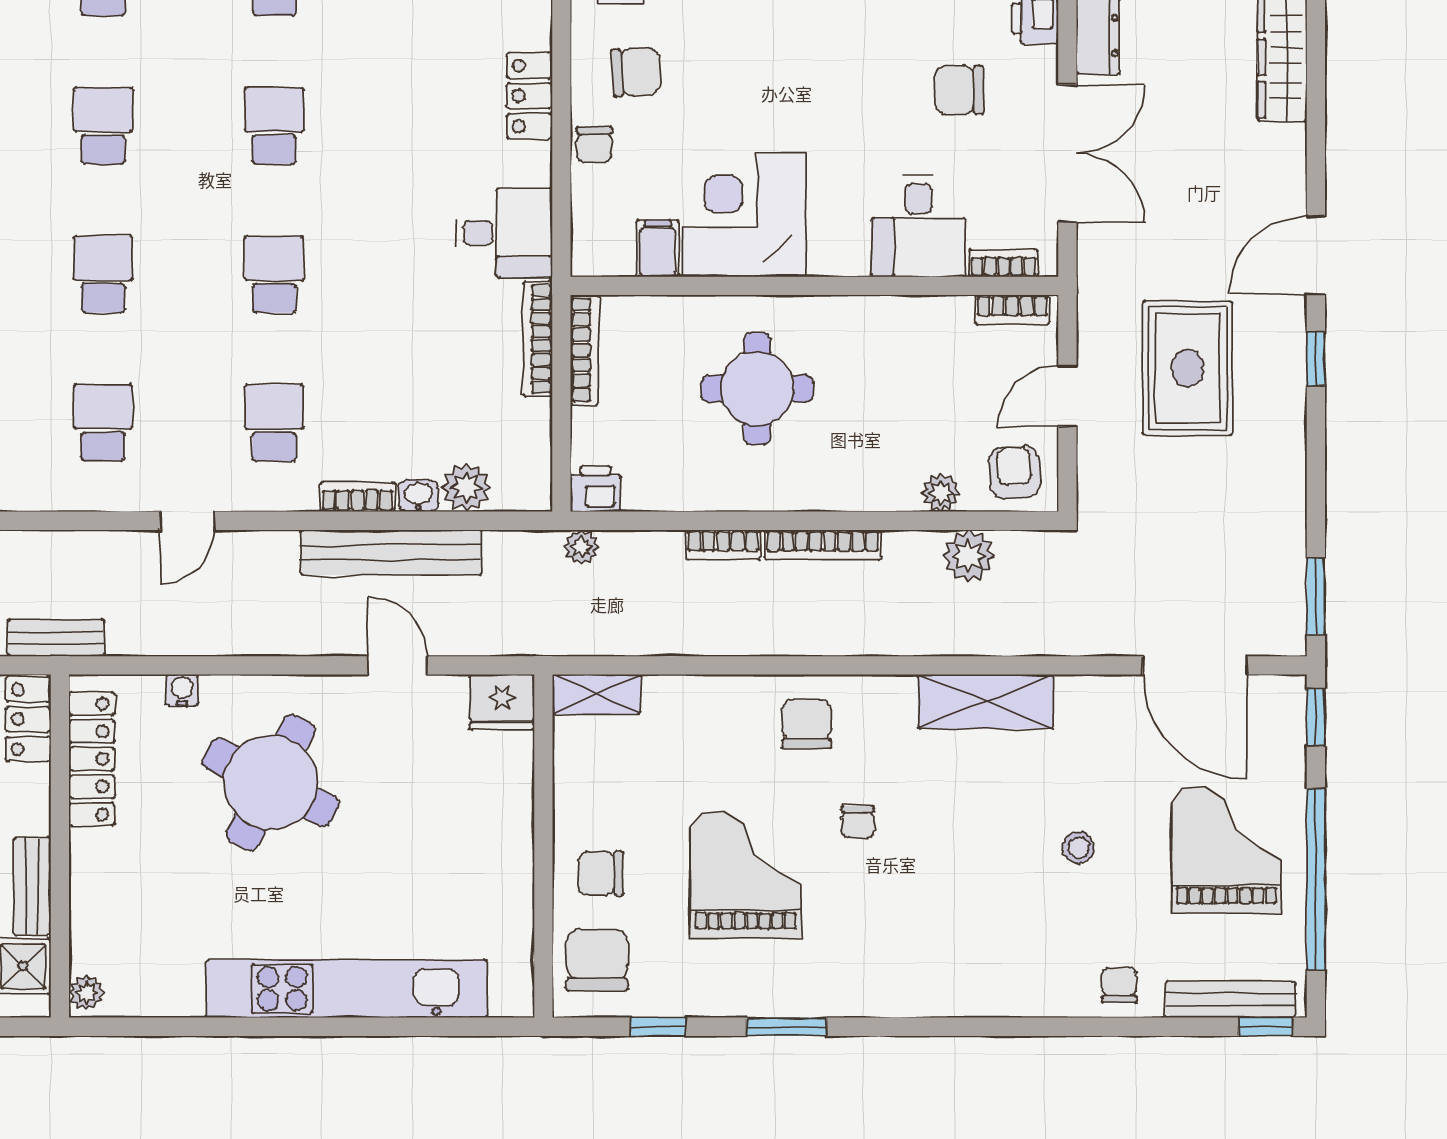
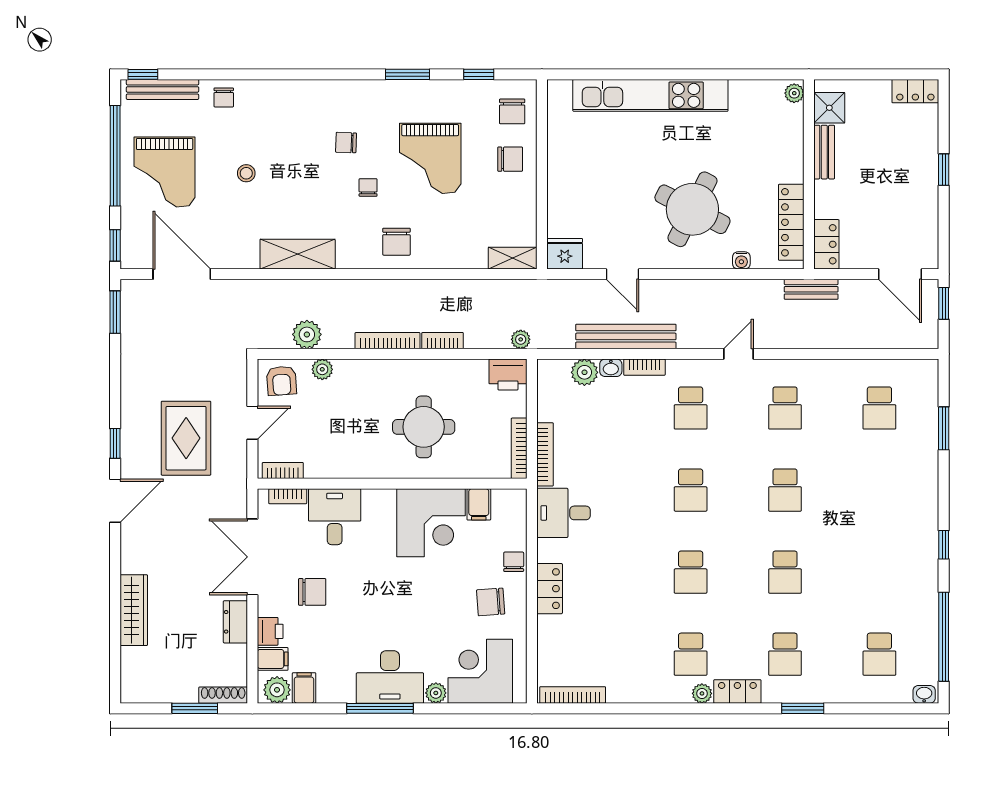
printer: (596, 489) -> (508, 375), width x1.36, depth x1.24
chair: (898, 903) -> (346, 143), added
chair: (597, 960) -> (512, 111), width x0.73, depth x0.73

